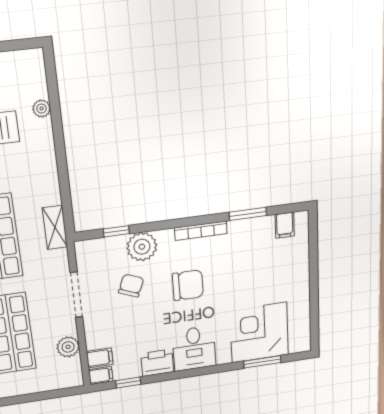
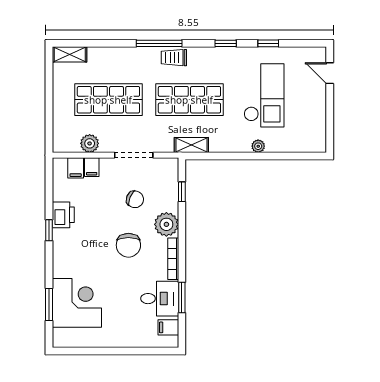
plant: (42, 109) -> (258, 146), moved
plant: (142, 247) -> (166, 224), moved
desk: (194, 348) -> (160, 299), moved, turned 180
filing cabinet: (101, 375) -> (92, 167), moved
window: (128, 383) -> (49, 230), moved

